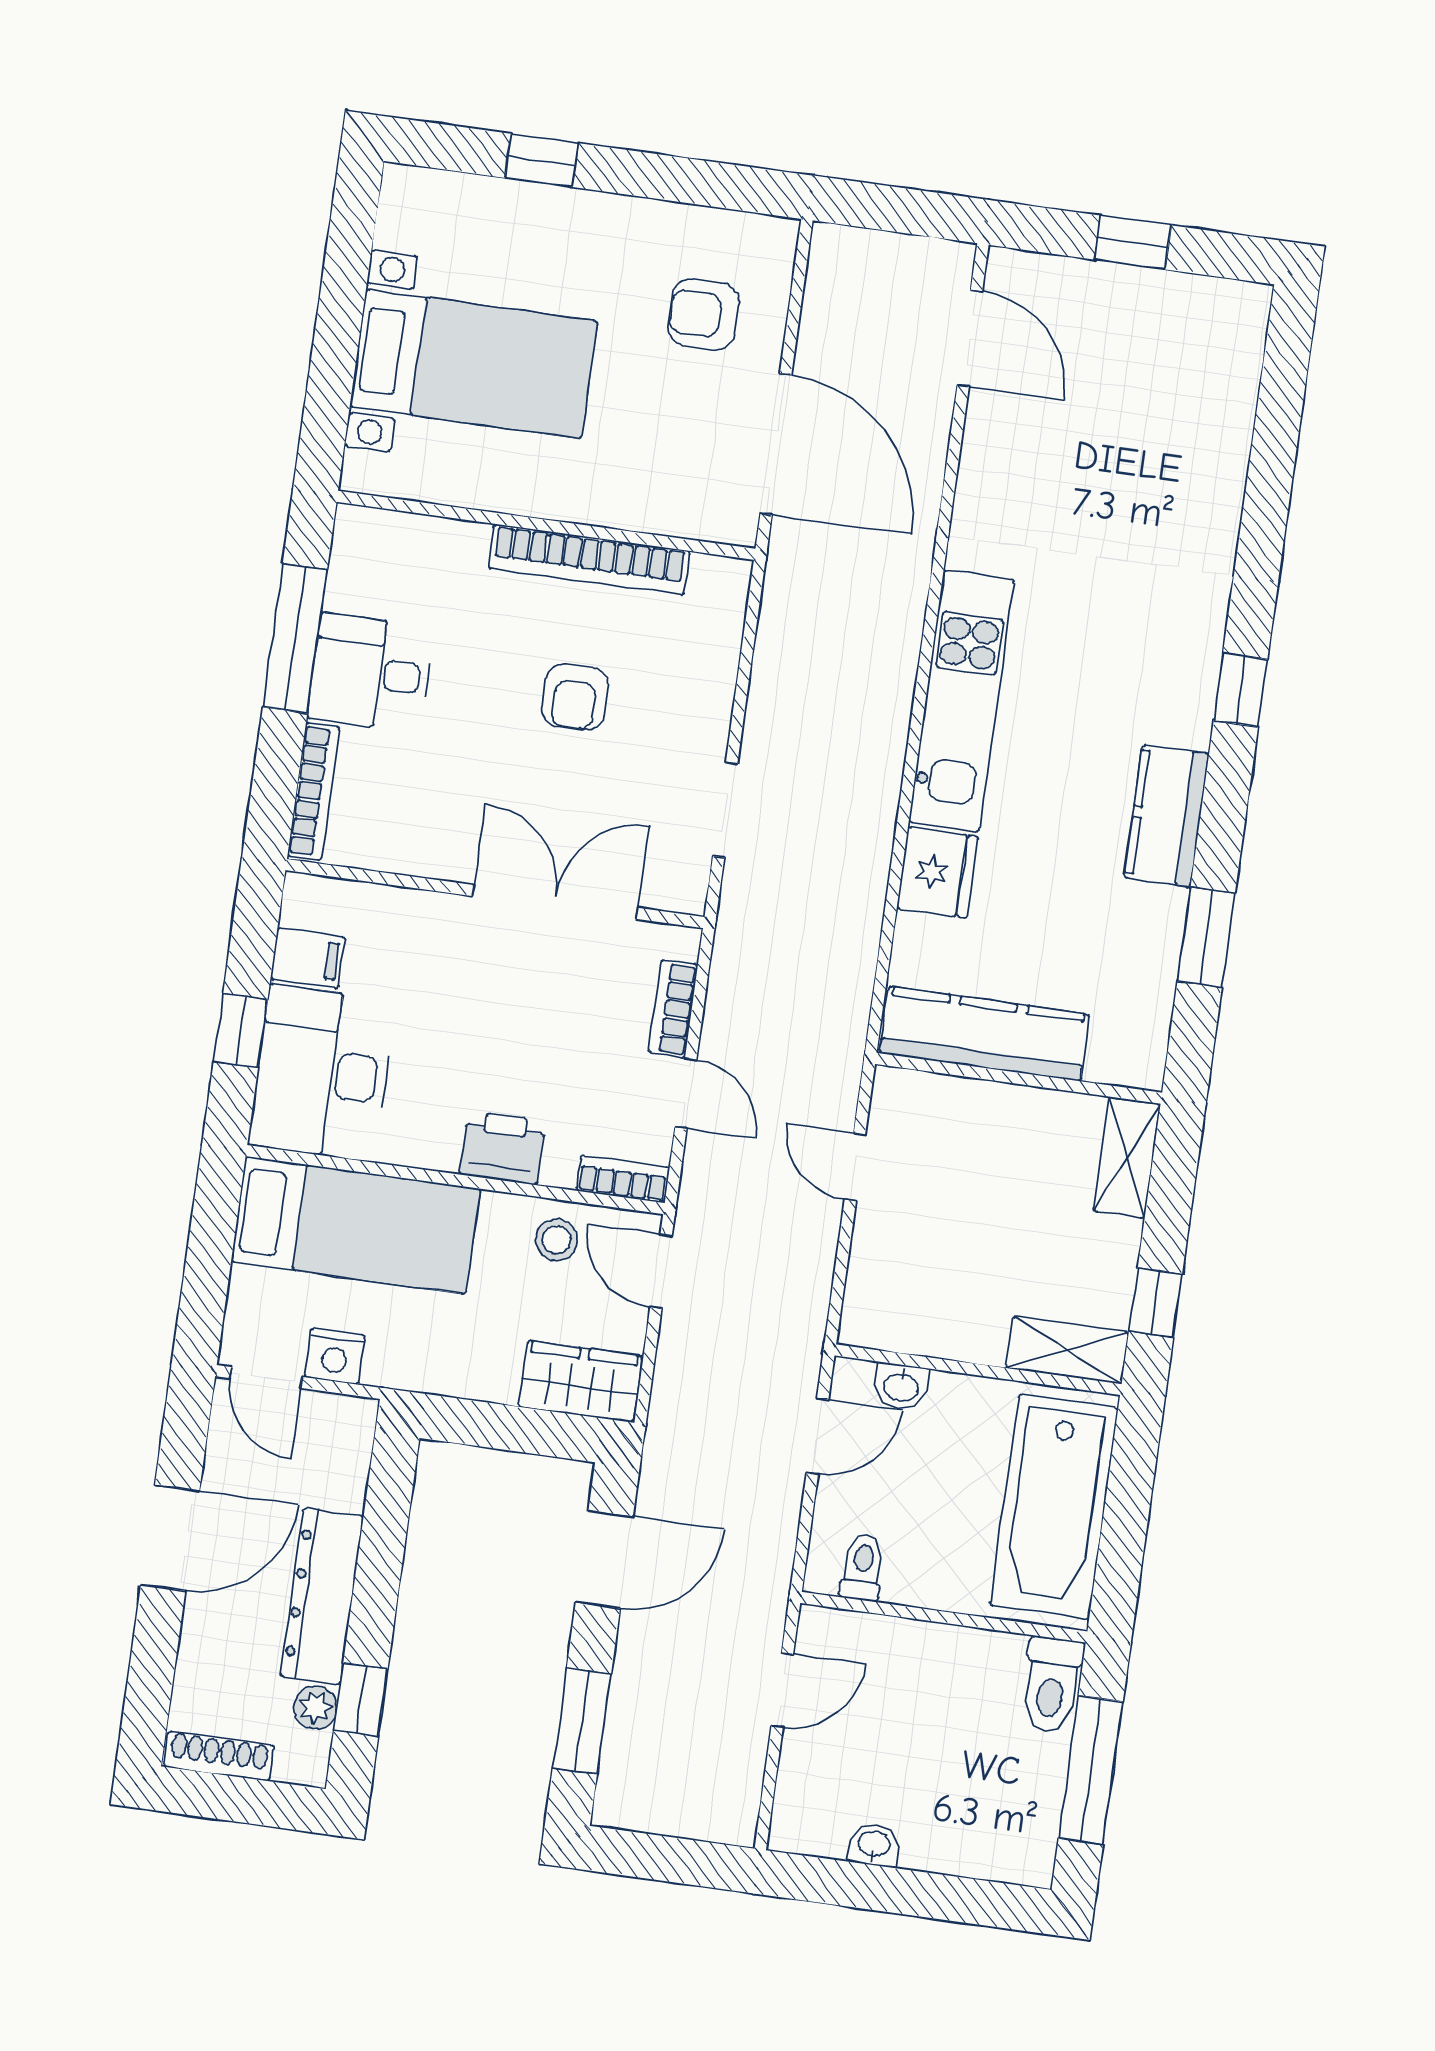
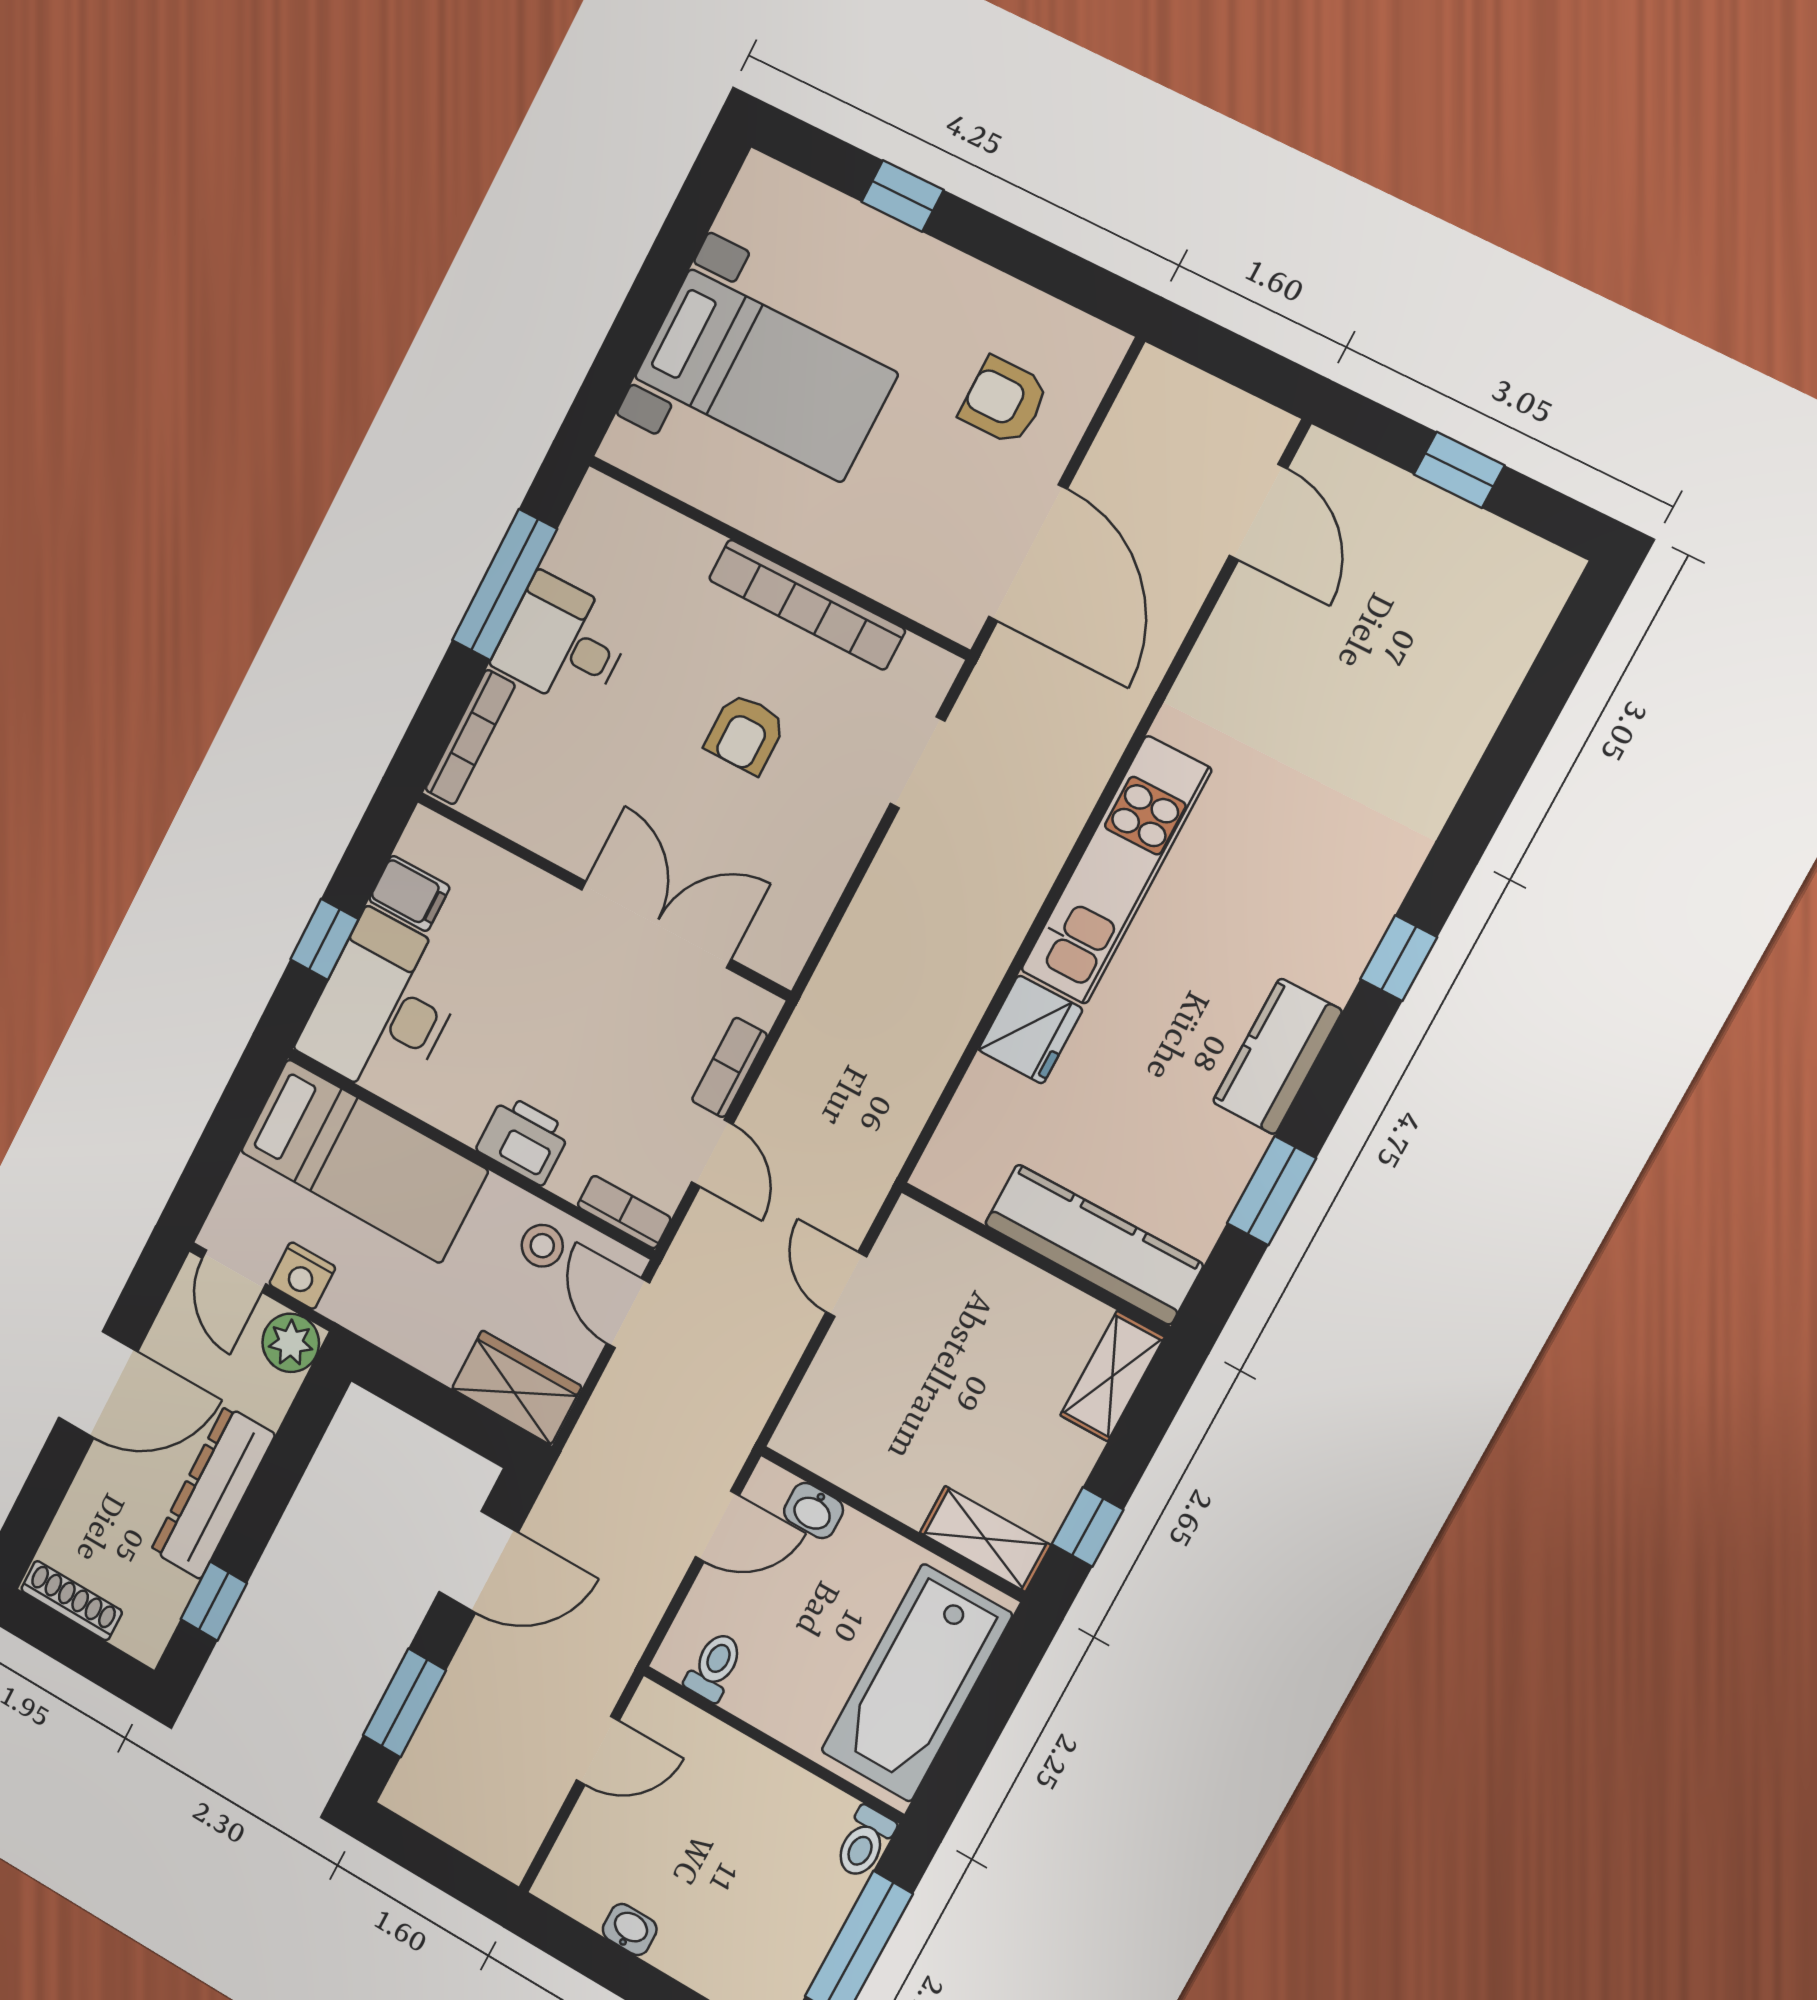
doorway: (725, 810) -> (918, 762), moved
kitchen counter: (984, 1034) -> (1094, 1244), moved
toilet: (1051, 1685) -> (865, 1842), width x0.73, depth x0.72
plant: (315, 1707) -> (291, 1343), moved, width x1.38, depth x1.38

